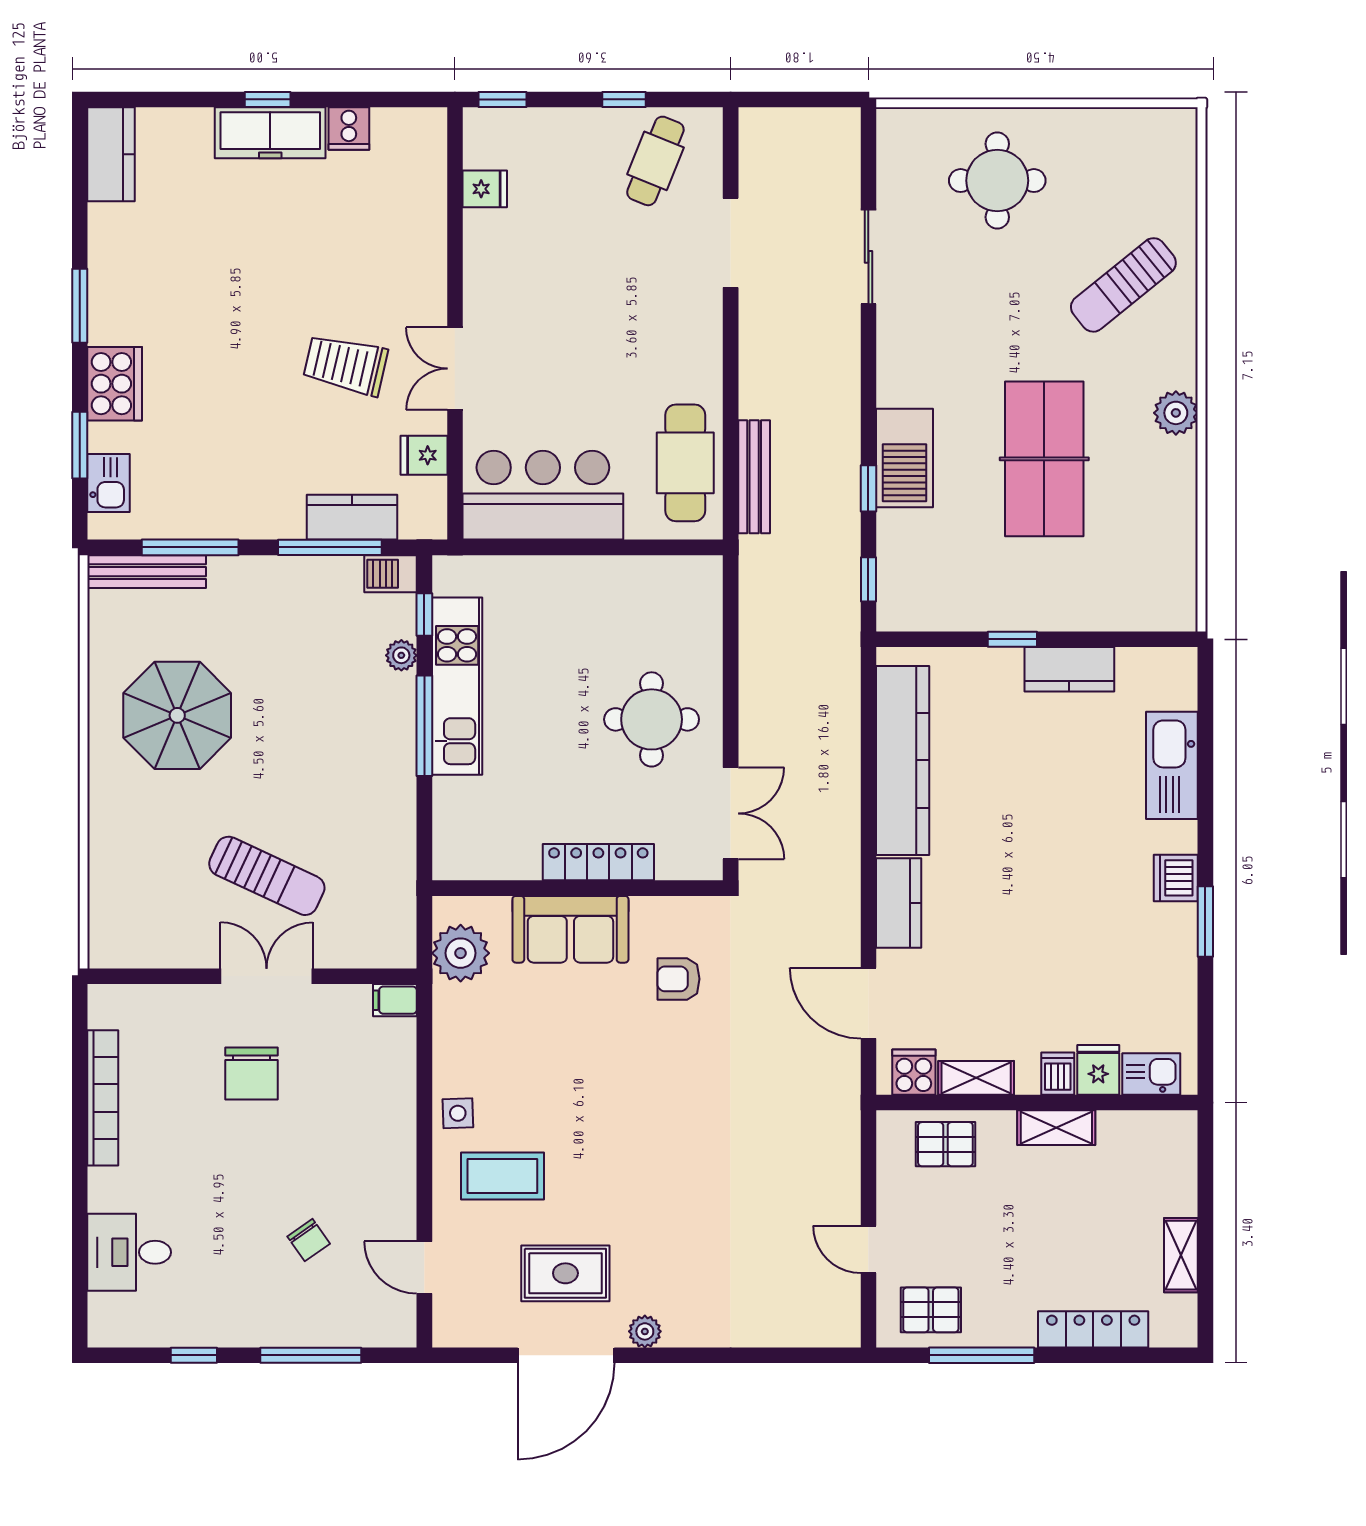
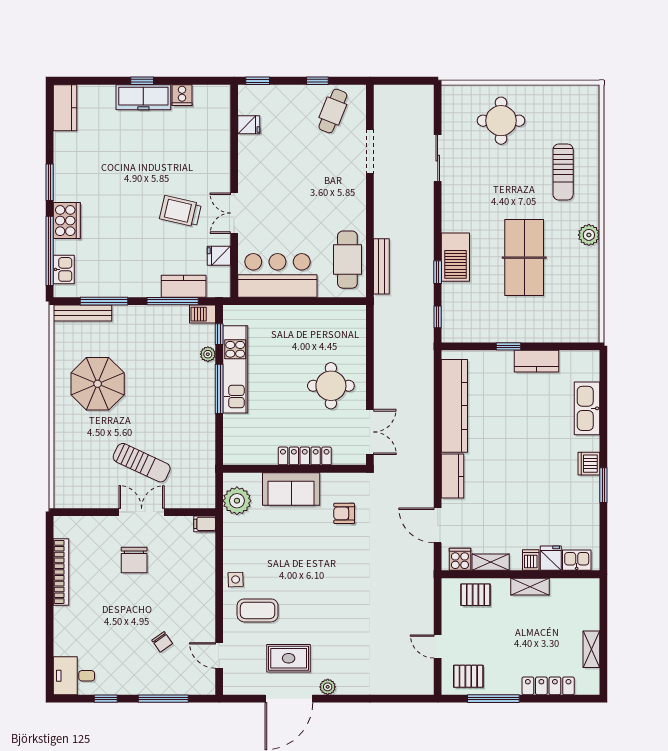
sun lounger: (1123, 285) -> (563, 172), turned -51
window: (80, 445) -> (50, 251), width x2.11
desk: (129, 1252) -> (74, 676), moved

